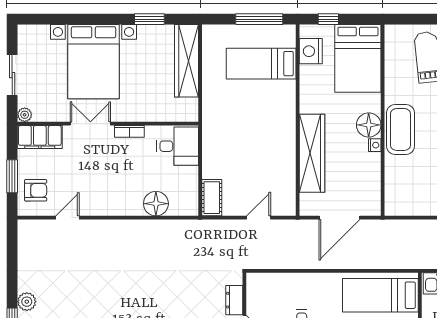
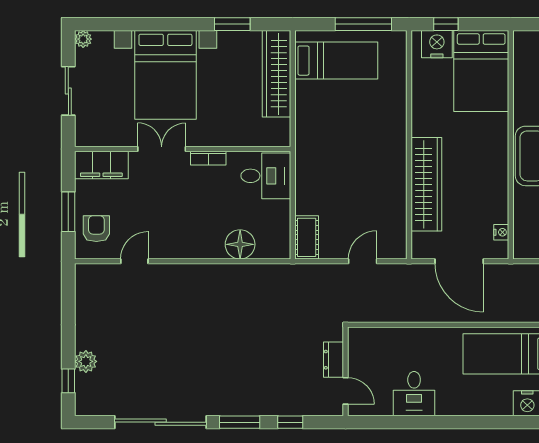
nightstand: (311, 51) -> (437, 44), moved, turned 90
bed: (261, 64) -> (336, 61), moved, turned 180
plant: (25, 115) -> (83, 39), moved
floor lamp: (369, 125) -> (494, 151), removed
nightstand: (375, 145) -> (501, 232), moved
armchair: (36, 190) -> (96, 229), turned -90
door: (339, 218) -> (459, 261), hinge flipped

